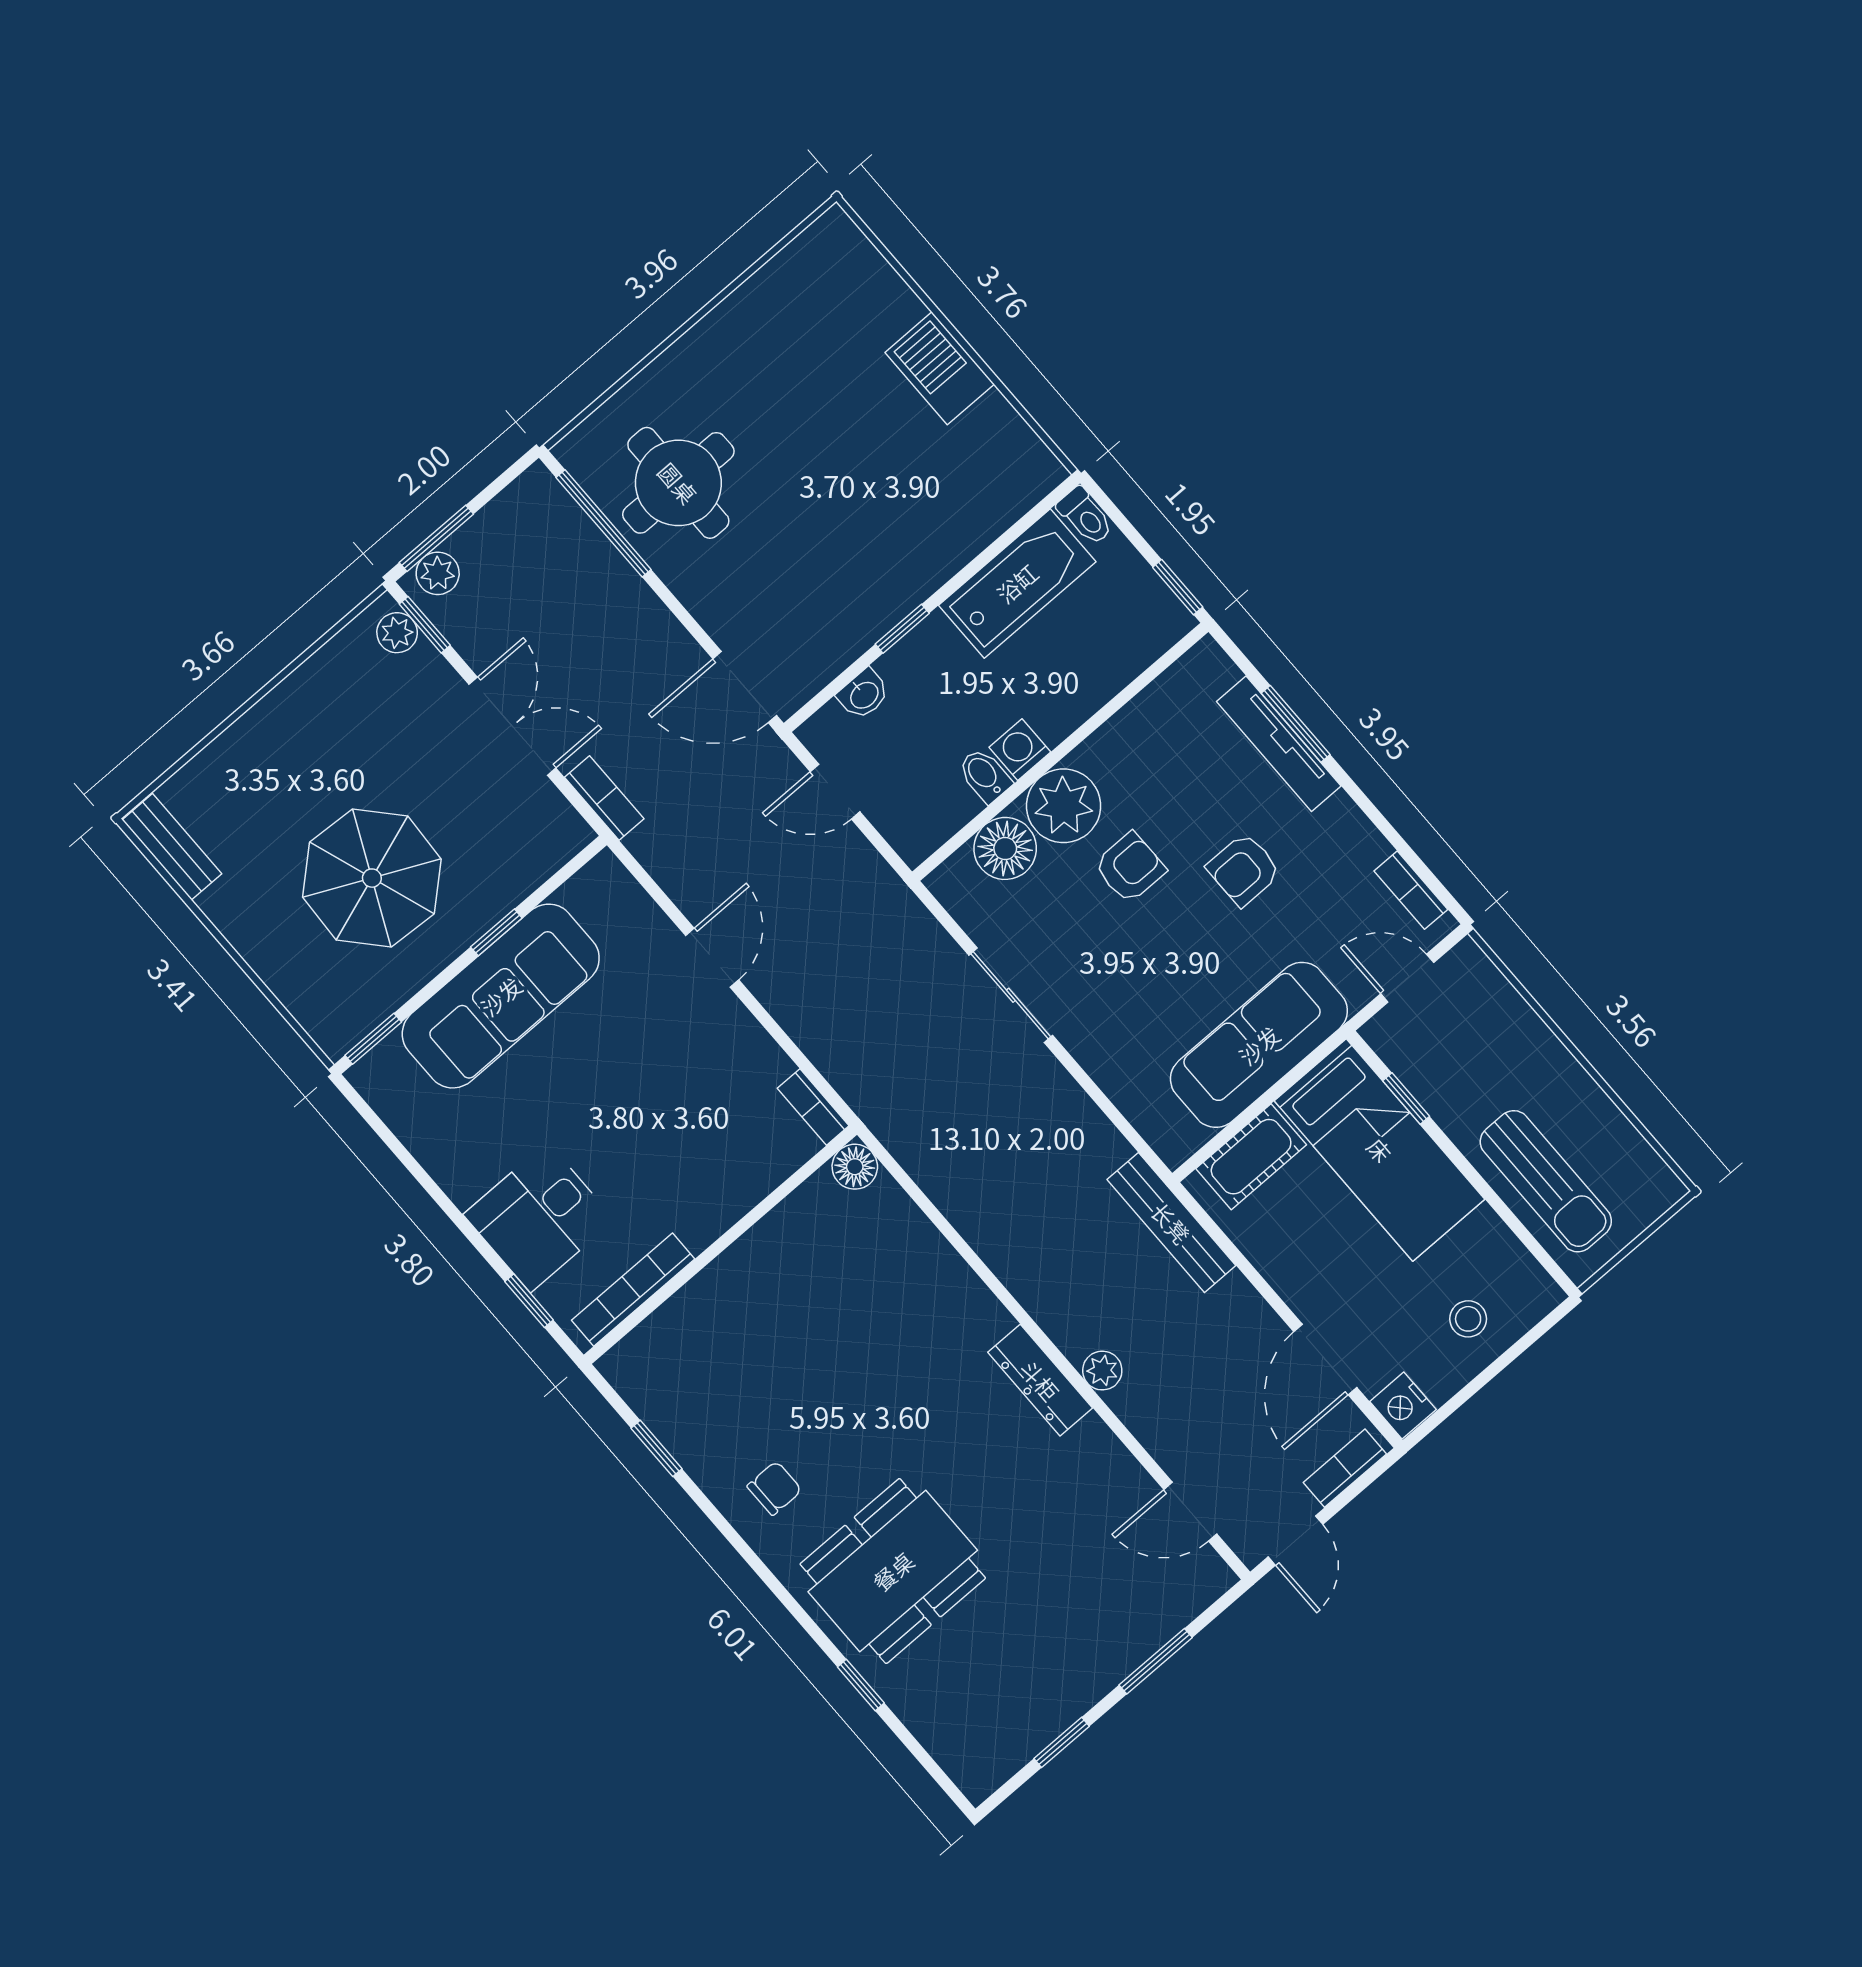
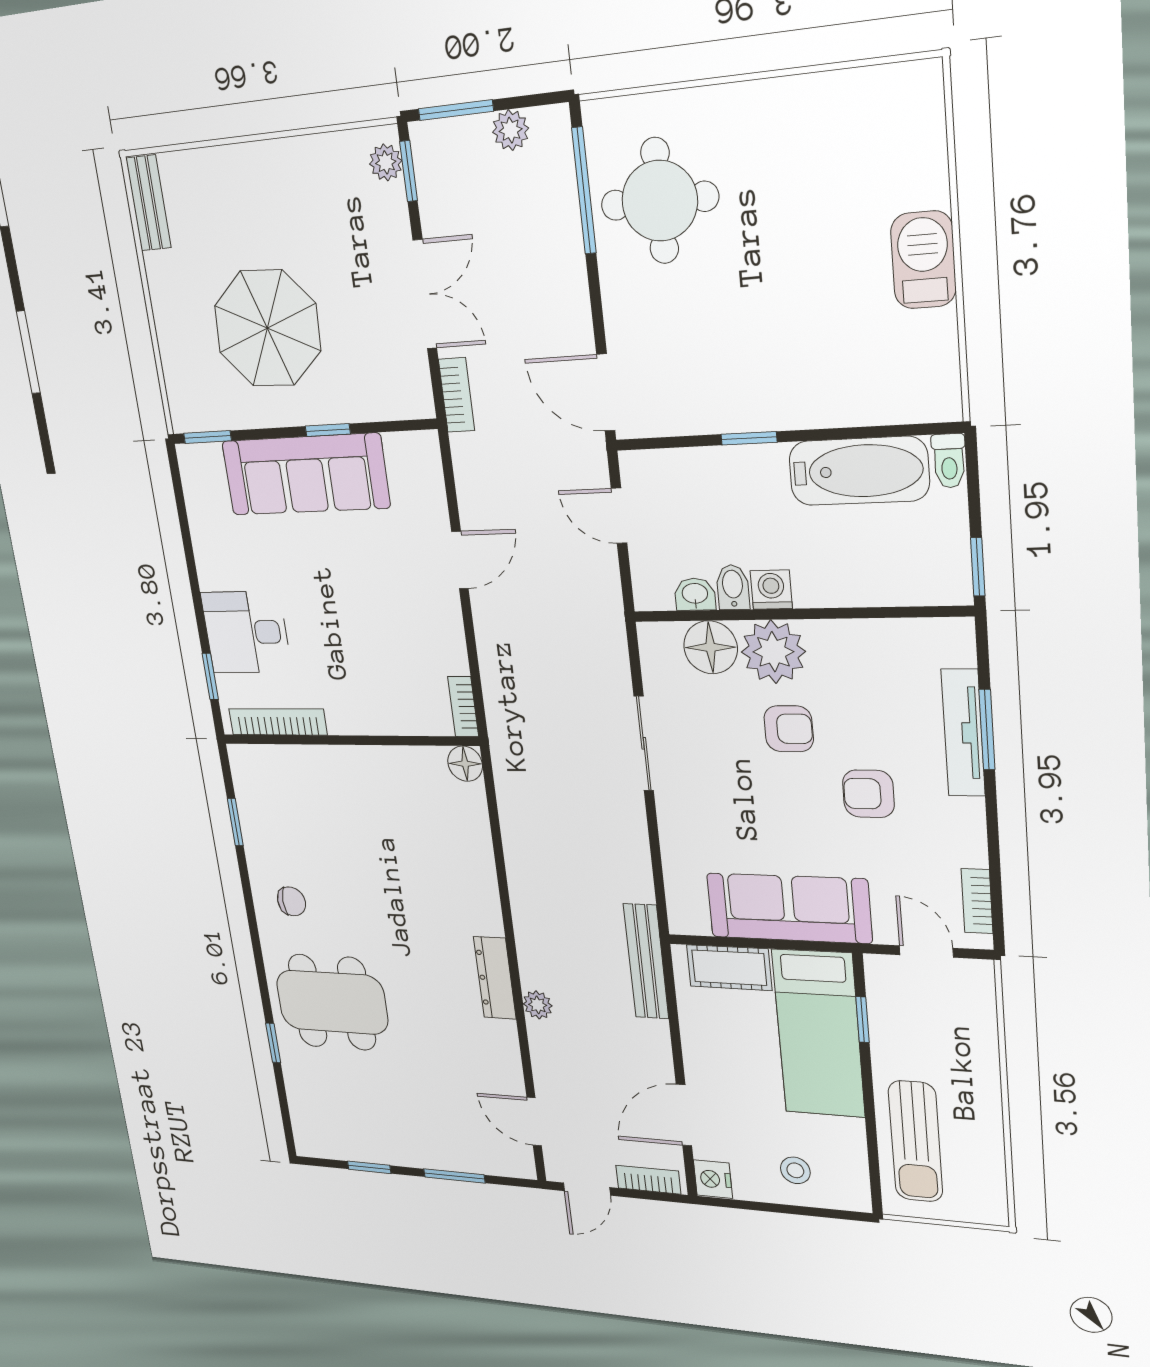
plant: (438, 573) -> (511, 130), moved
washbasin: (864, 694) -> (695, 594), moved, turned 180

